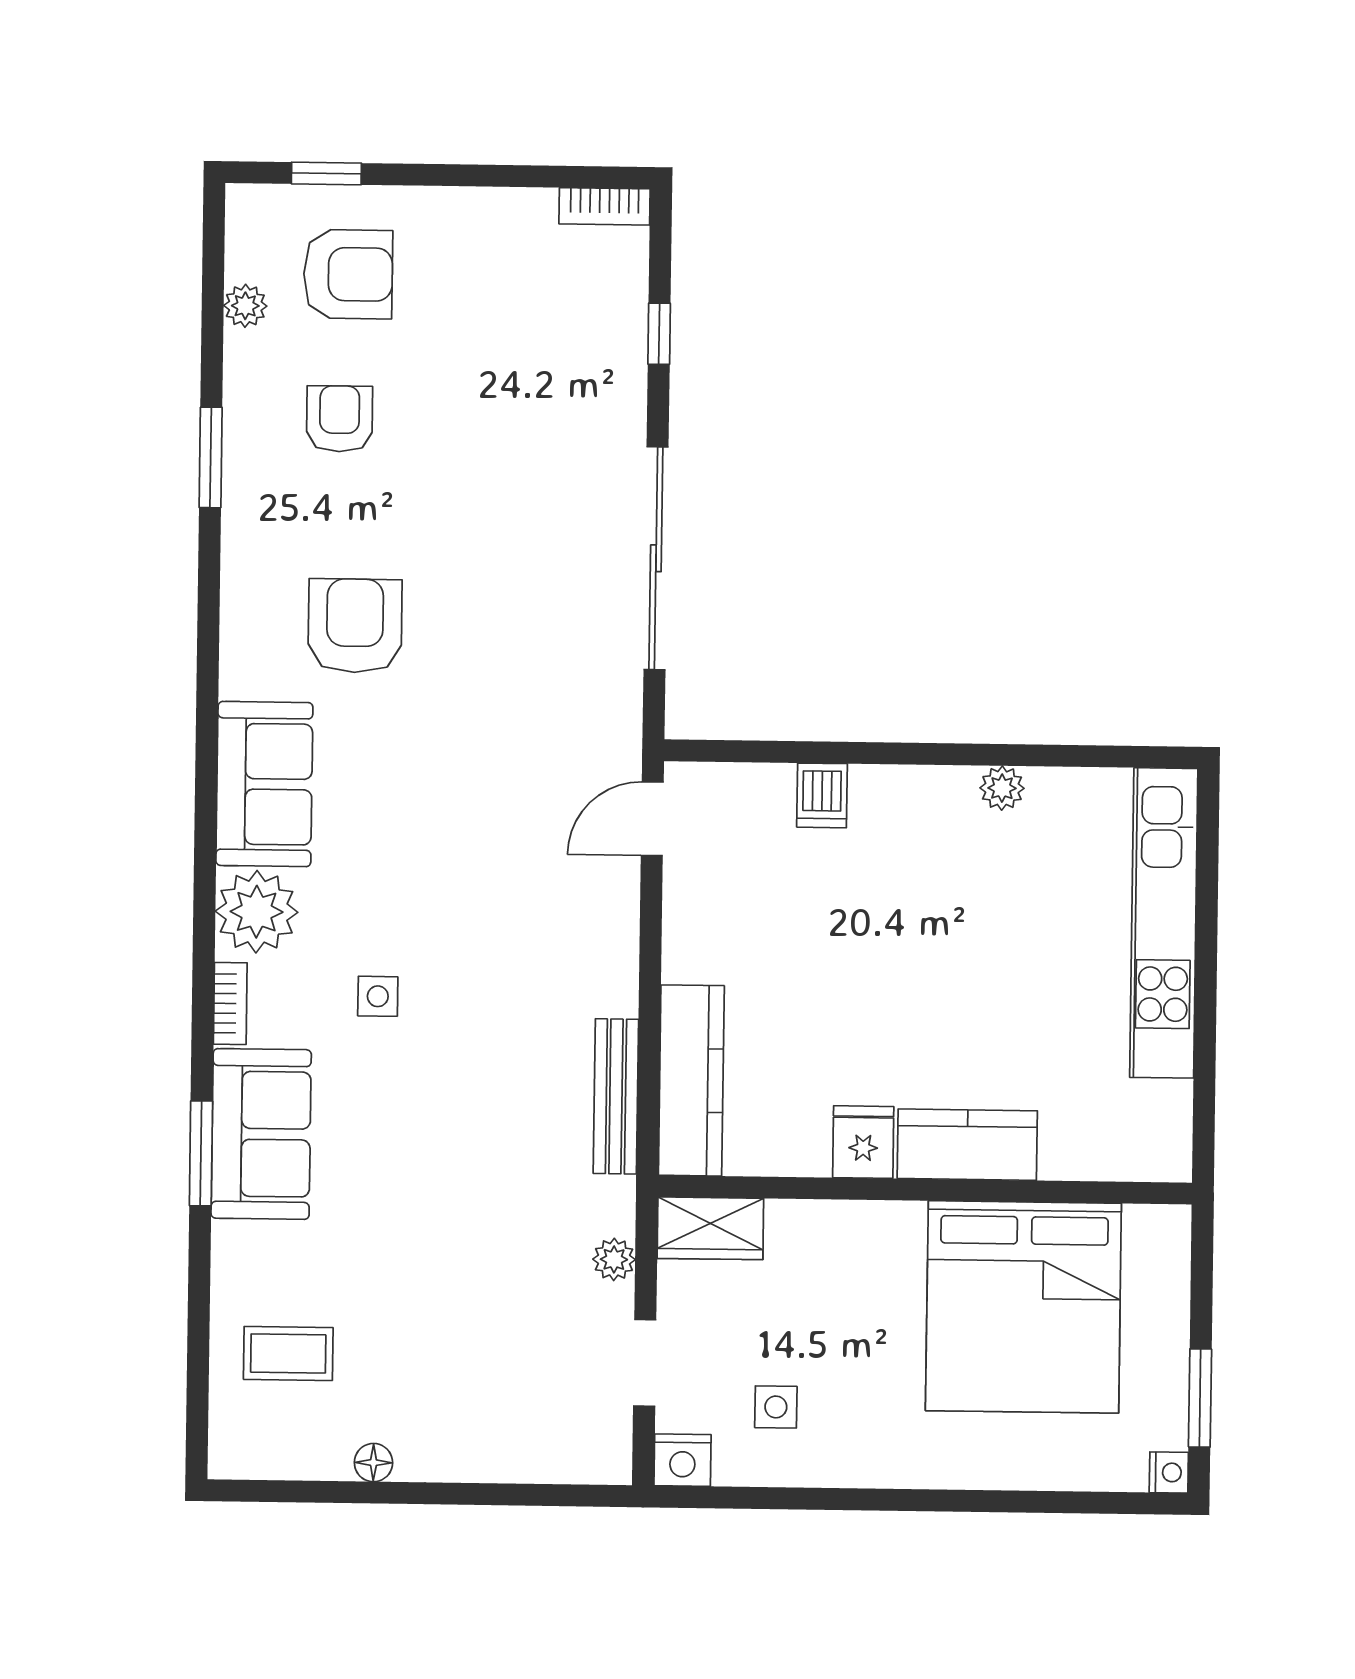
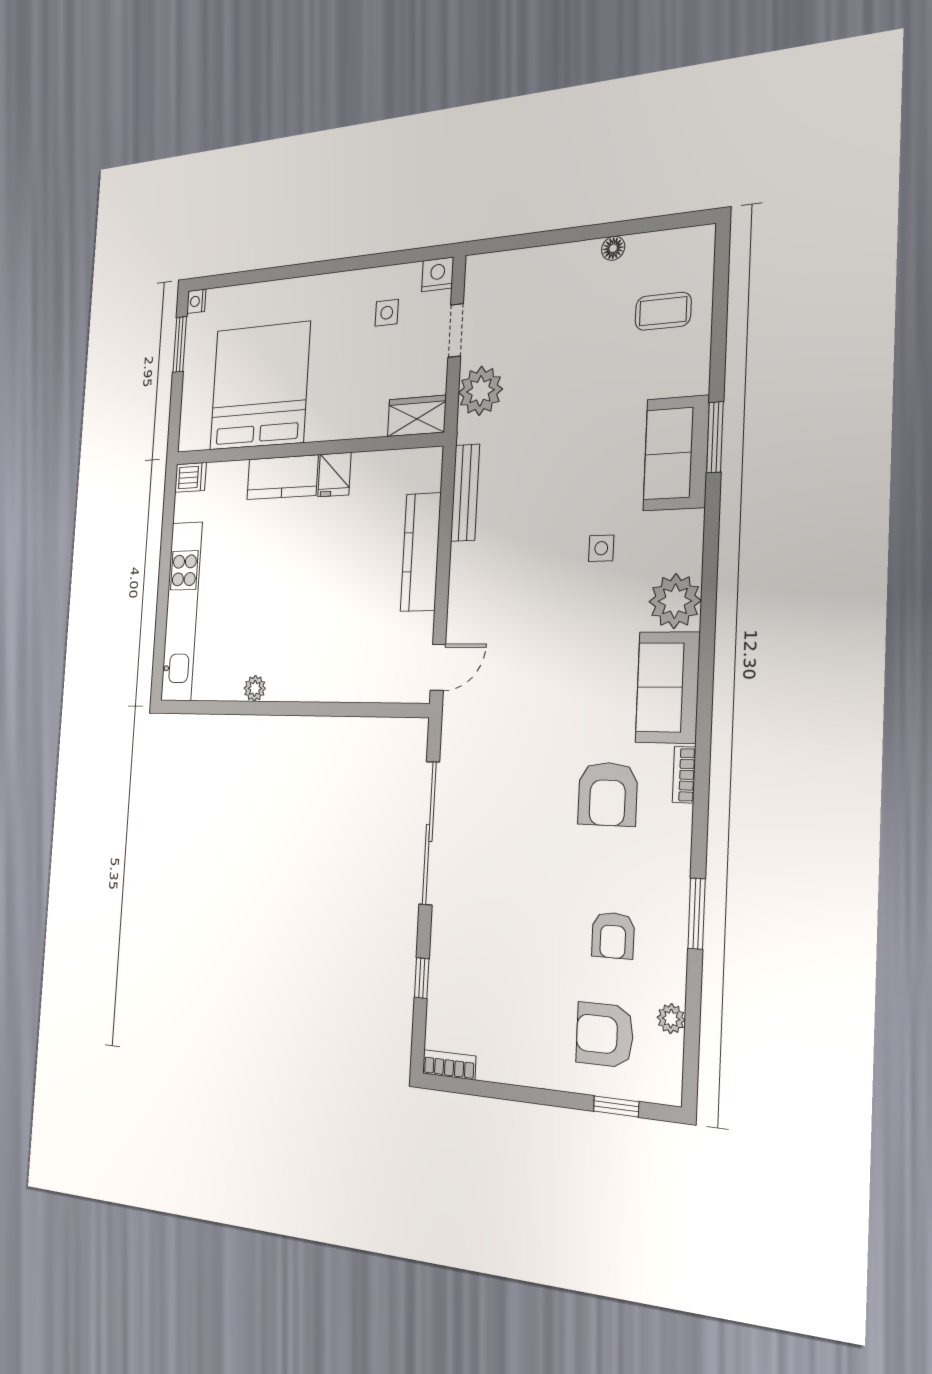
dishwasher: (822, 795) -> (190, 477), moved, turned 90
bookcase: (230, 1003) -> (684, 775), moved
kitchen counter: (691, 1080) -> (421, 552), moved
plant: (614, 1259) -> (480, 391), width x1.87, depth x1.87

